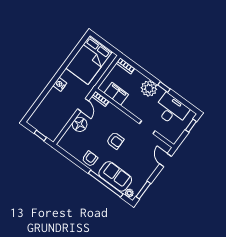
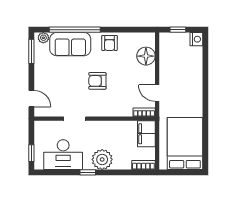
nightstand: (60, 84) -> (196, 39), moved
filing cabinet: (116, 94) -> (146, 134), moved, turned 90
floor lamp: (80, 124) -> (146, 56), moved

